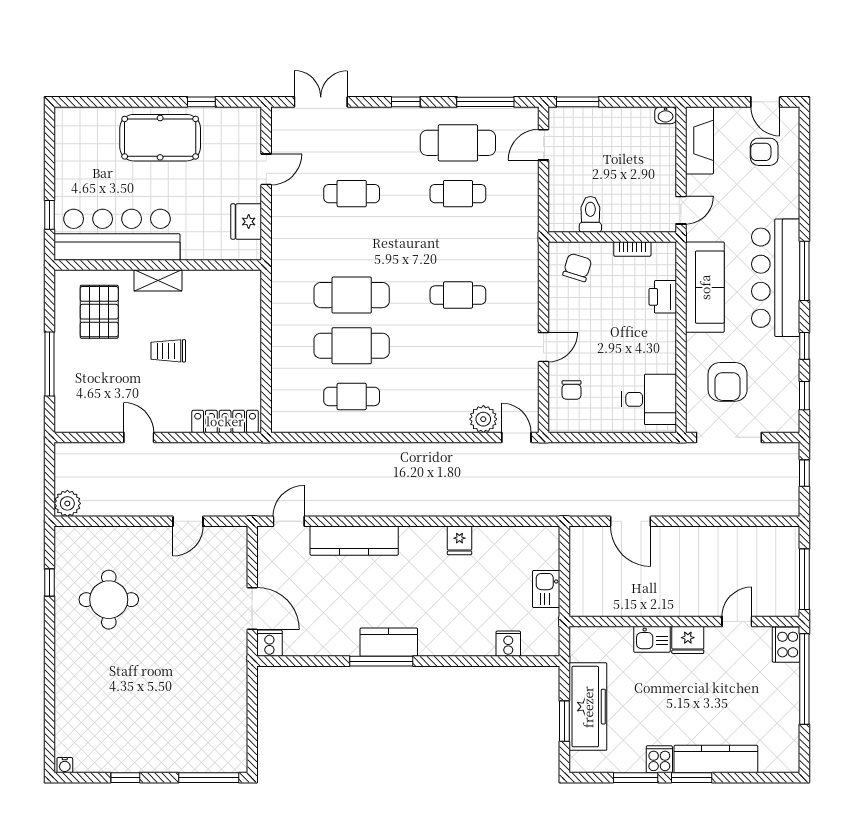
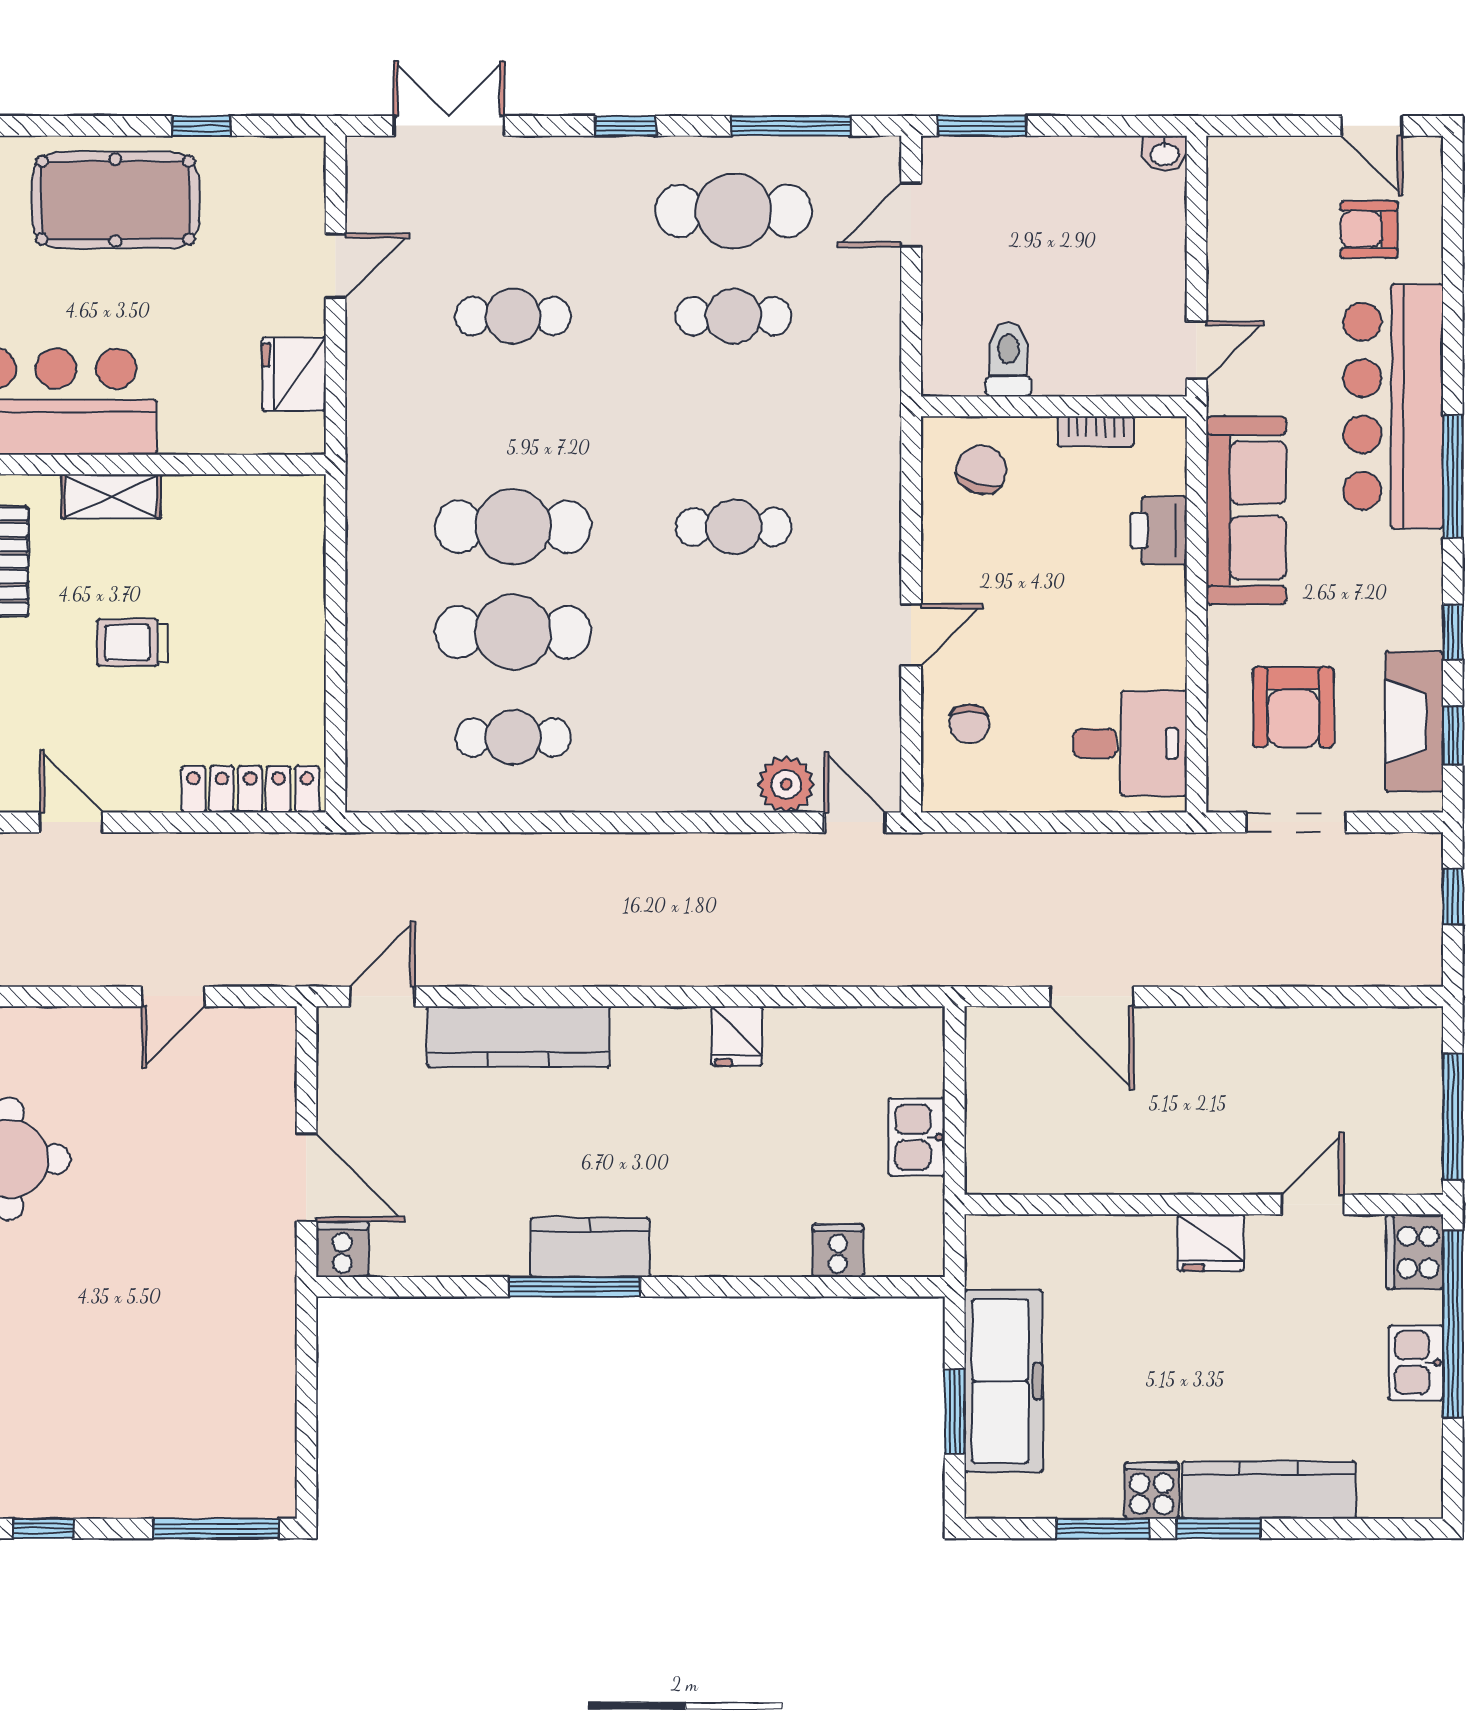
fireplace: (699, 140) -> (1414, 722), moved, turned 180
bar counter: (776, 278) -> (1393, 406), moved
doorway: (729, 437) -> (1296, 822), width x0.73
kitchen sink: (652, 639) -> (1416, 1363), moved, turned 90

